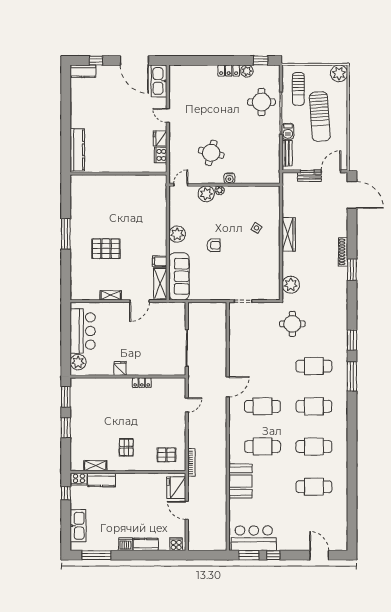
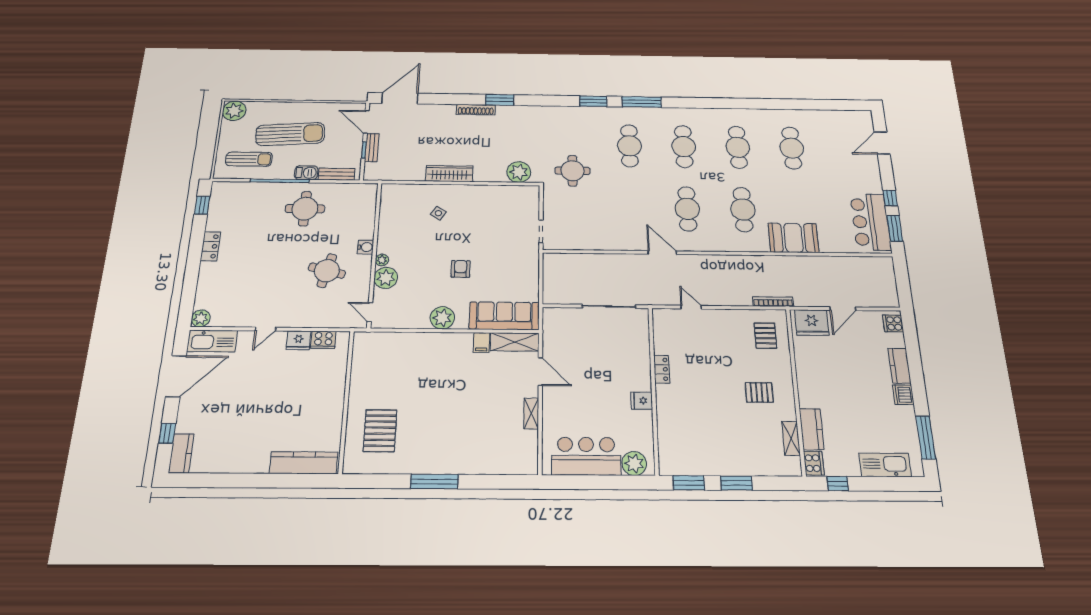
plant: (247, 71) -> (201, 318), moved
round table: (262, 102) -> (305, 209), moved
pallet: (106, 249) -> (380, 431), moved

